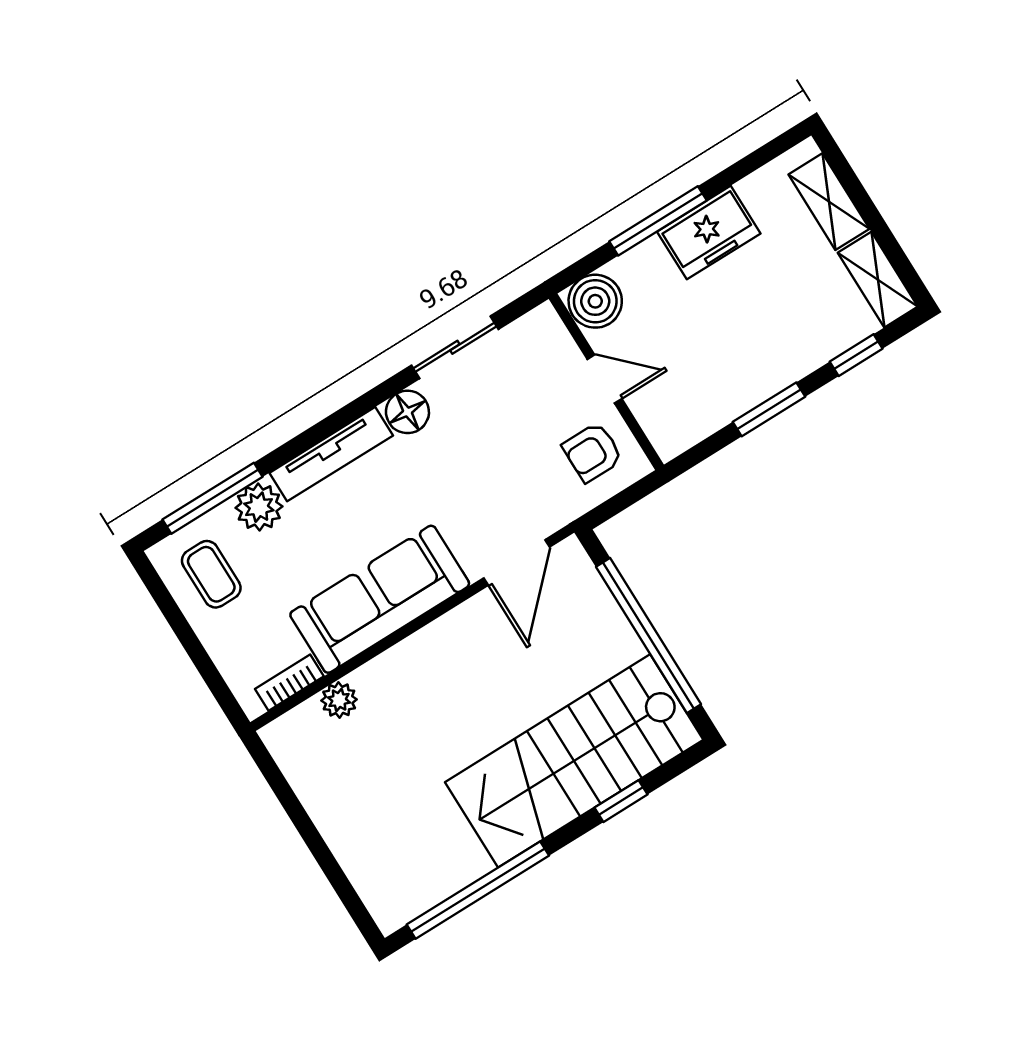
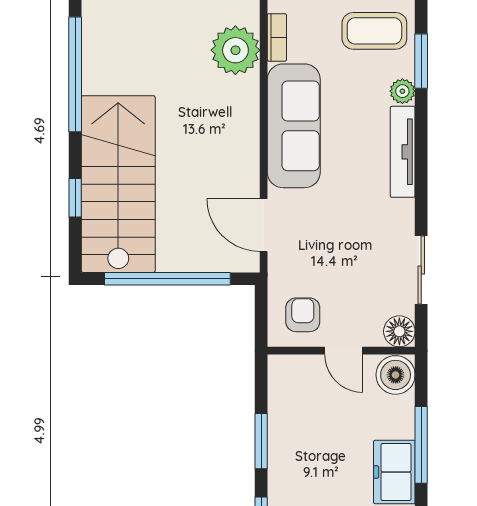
door: (605, 379) -> (344, 351), hinge flipped
floor lamp: (407, 412) -> (399, 331), moved
window: (213, 498) -> (421, 61), width x0.69
plant: (259, 507) -> (402, 91), width x0.73, depth x0.73
coffee table: (211, 574) -> (374, 31), width x1.36, depth x1.30
plant: (339, 700) -> (235, 50), width x1.88, depth x1.88

